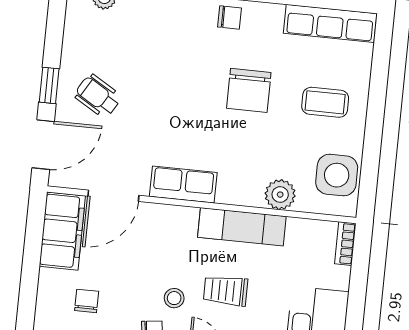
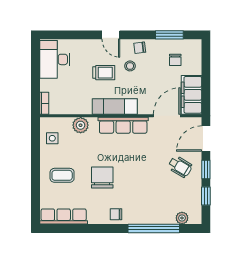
window: (54, 35) -> (206, 196), added
side table: (337, 175) -> (52, 138), width x0.54, depth x0.54
row of seats: (183, 185) -> (123, 125), width x1.48
exam couch: (242, 227) -> (115, 106), moved

